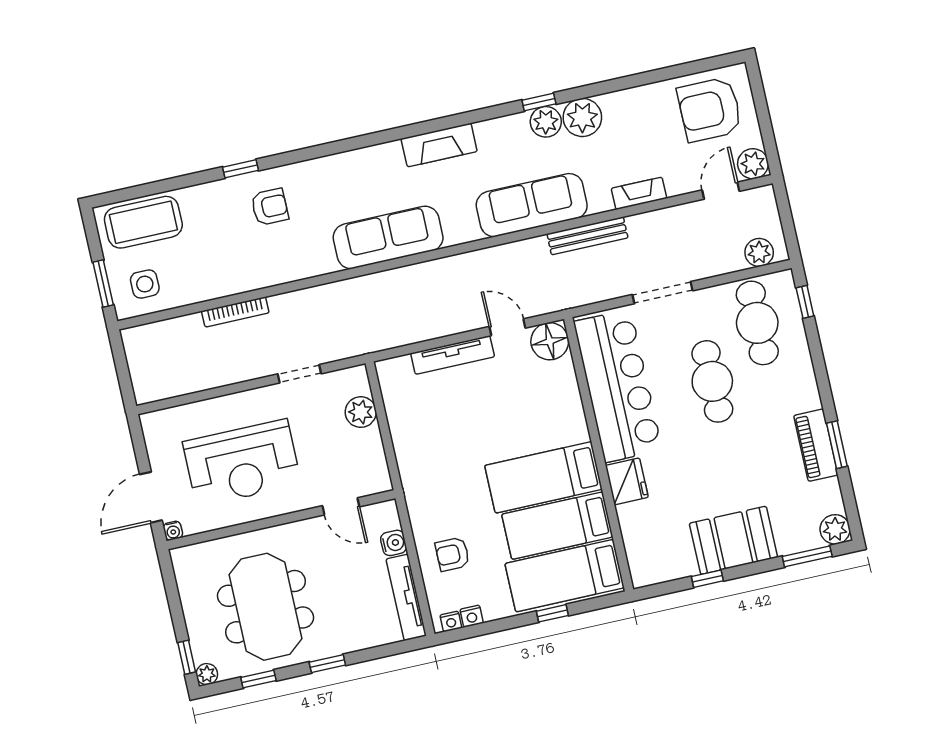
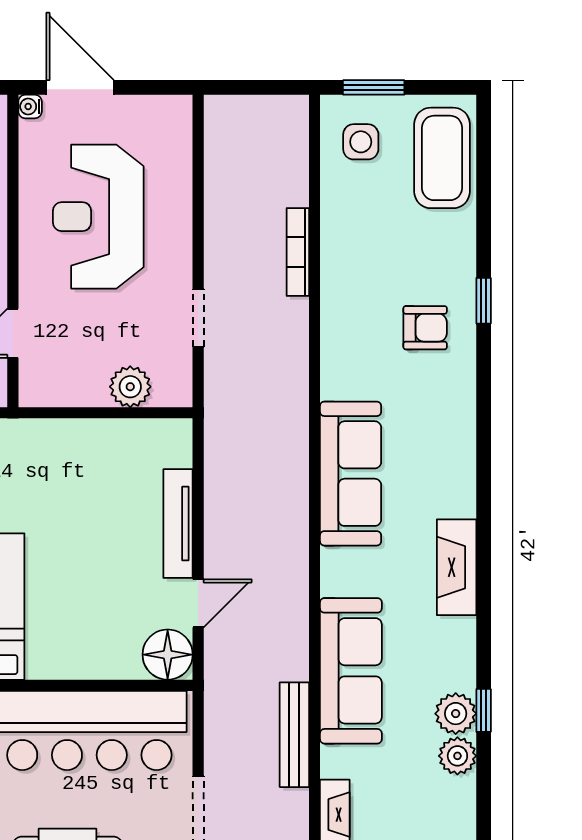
plant: (582, 117) -> (457, 756), width x0.73, depth x0.73
armchair: (270, 207) -> (425, 328), turned -90

